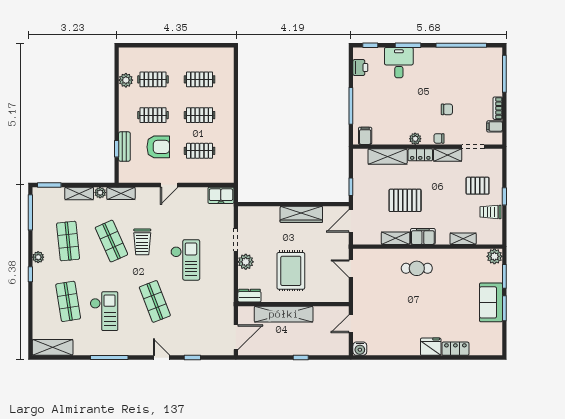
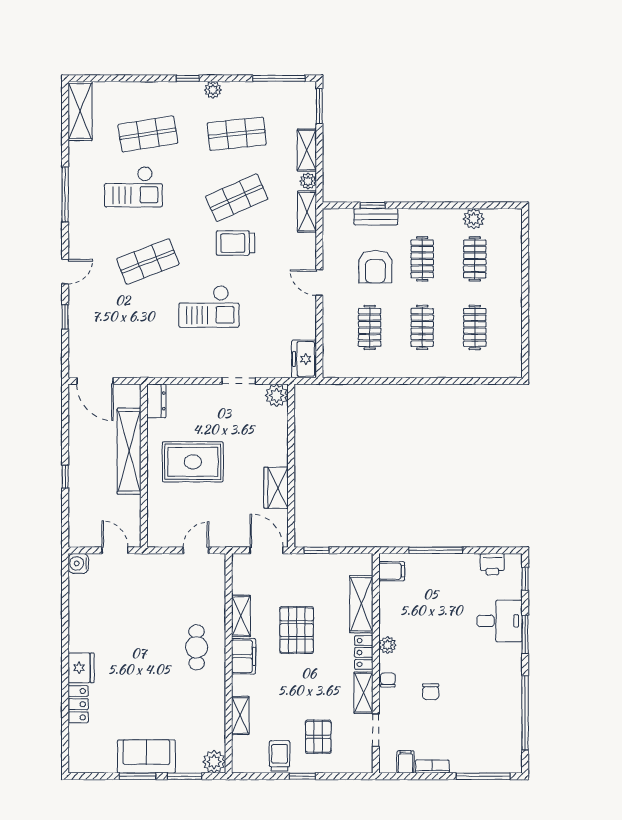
wardrobe: (301, 214) -> (276, 488), width x0.67
plant: (246, 262) -> (277, 395), moved

